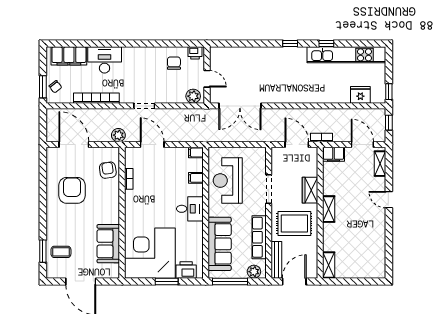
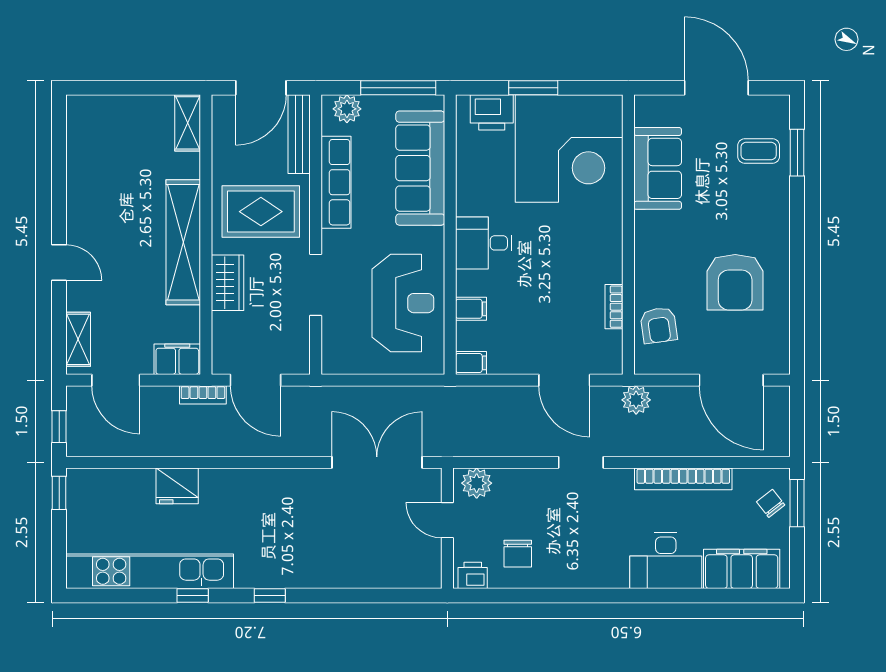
fridge: (360, 95) -> (177, 486), moved
shelving: (329, 209) -> (183, 242), width x2.20, depth x1.33

